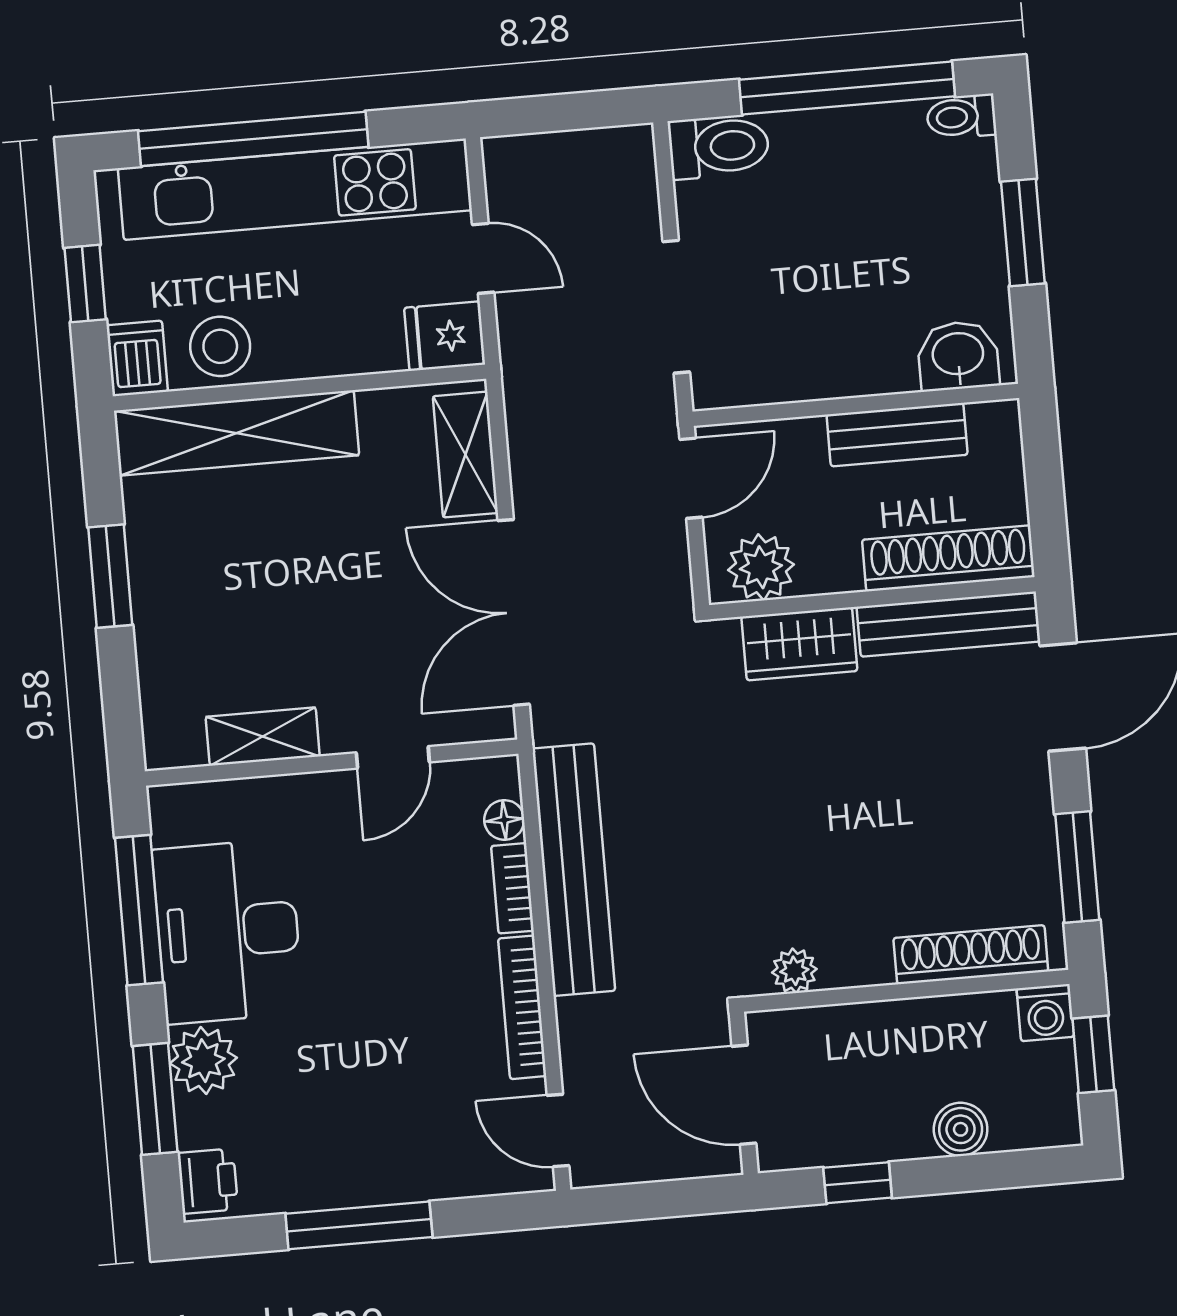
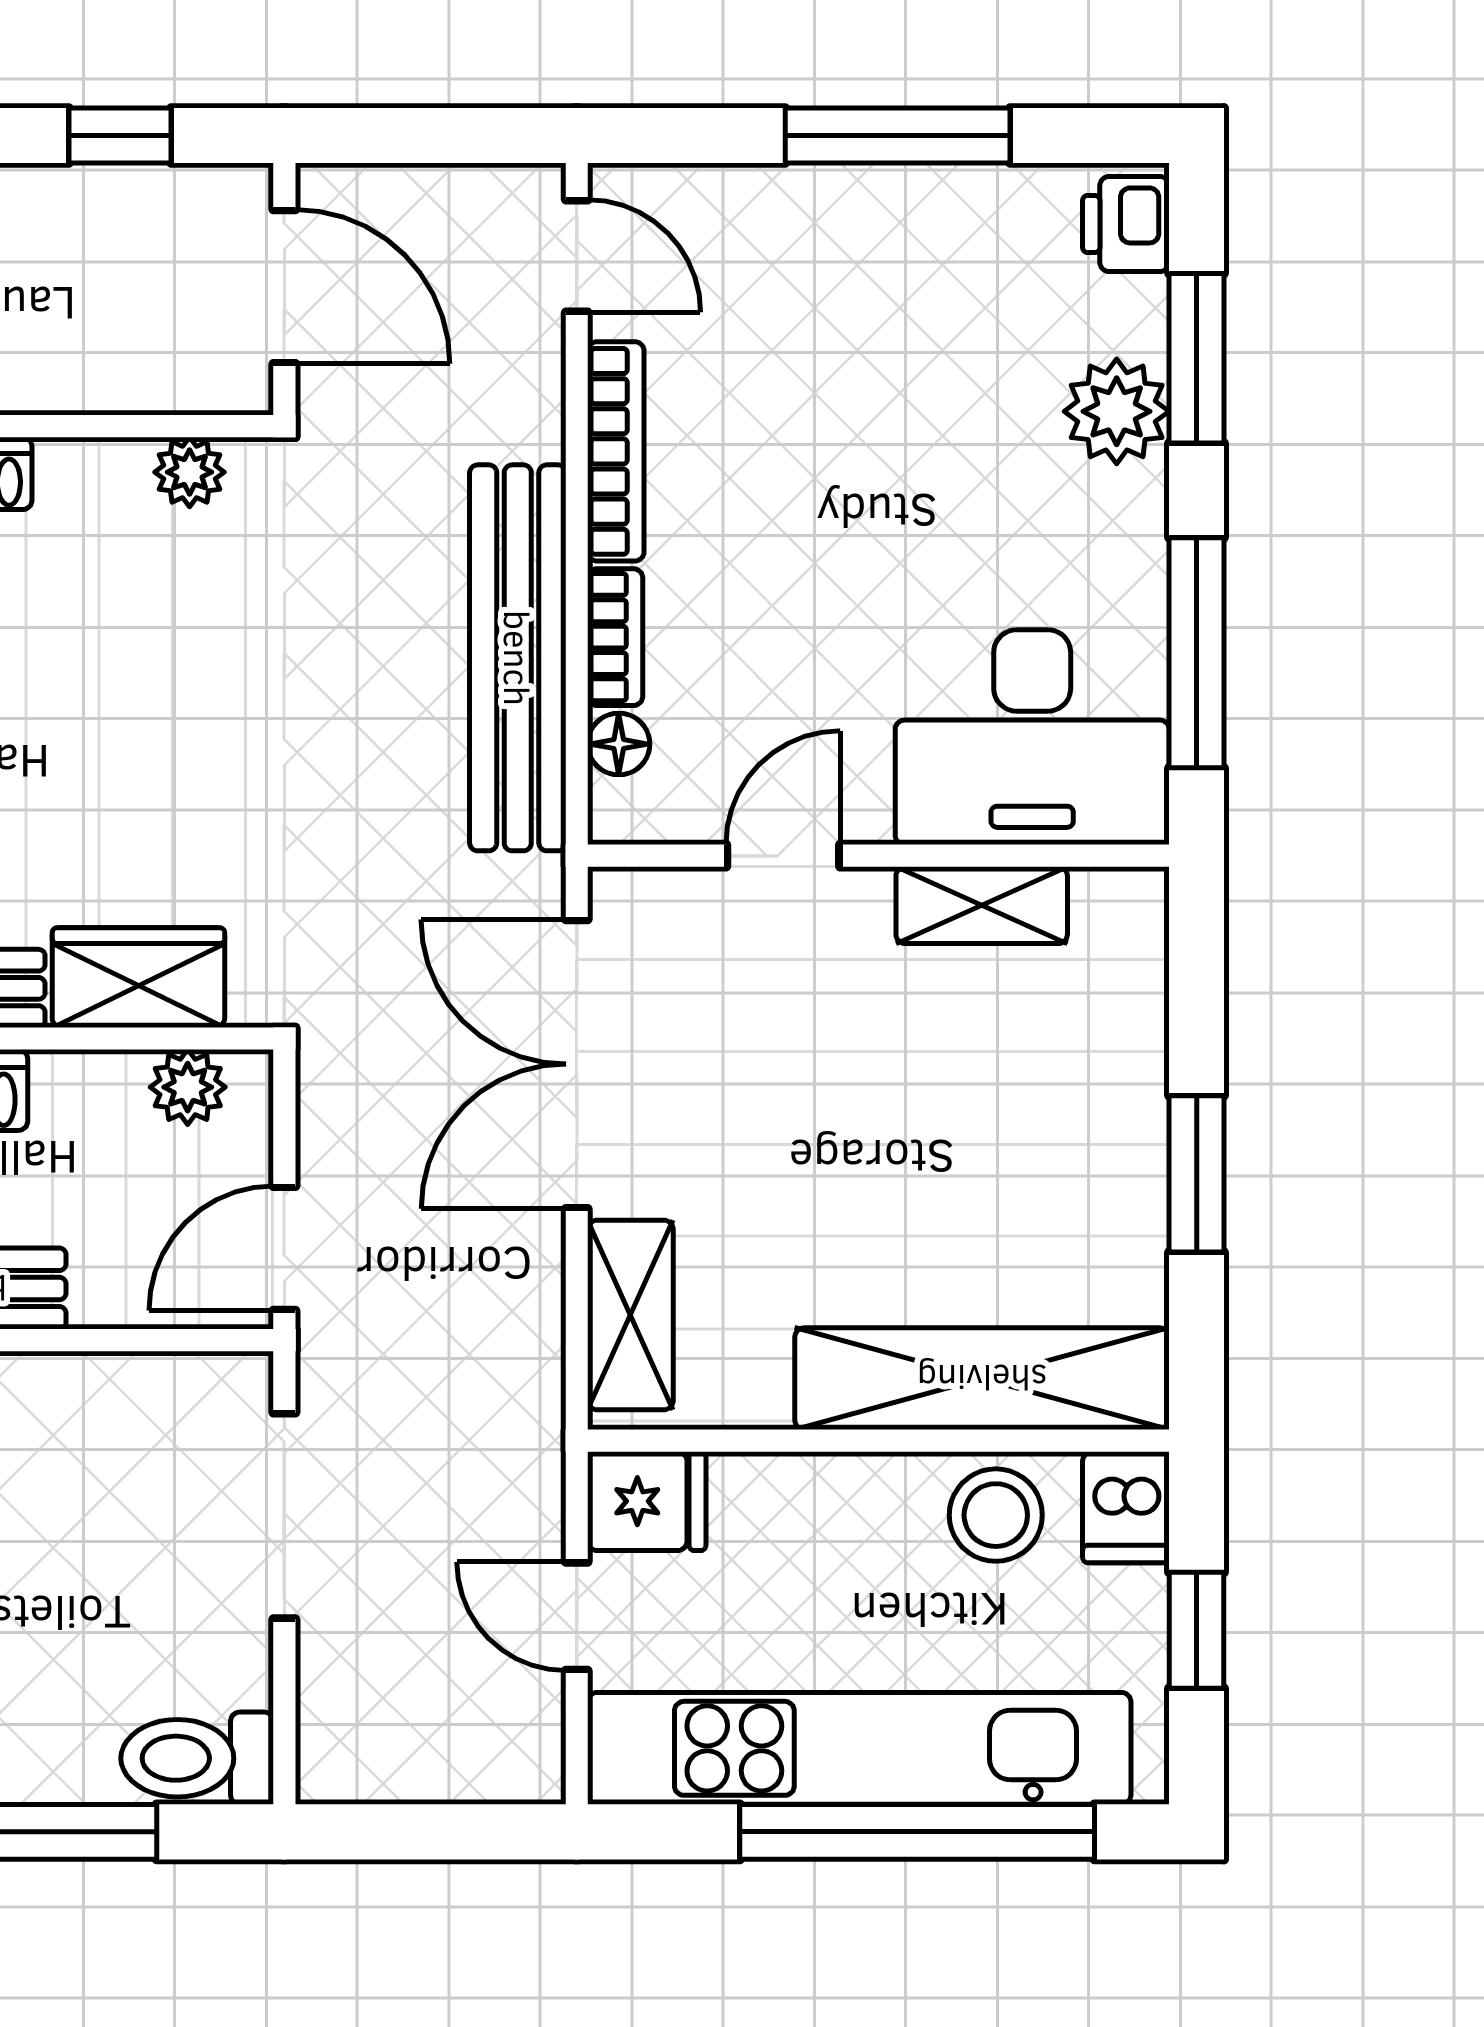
plant: (761, 567) -> (188, 1087), width x0.73, depth x0.73
double door: (514, 612) -> (577, 1064), swing flipped
desk: (228, 931) -> (1032, 737), moved, turned 90

